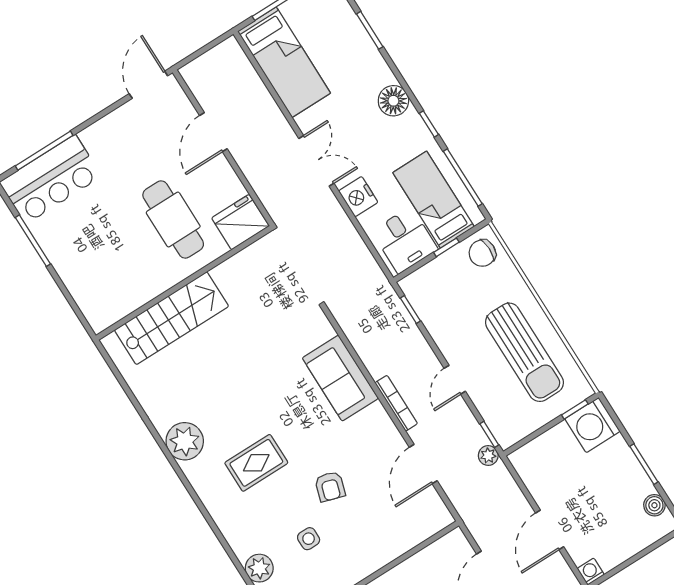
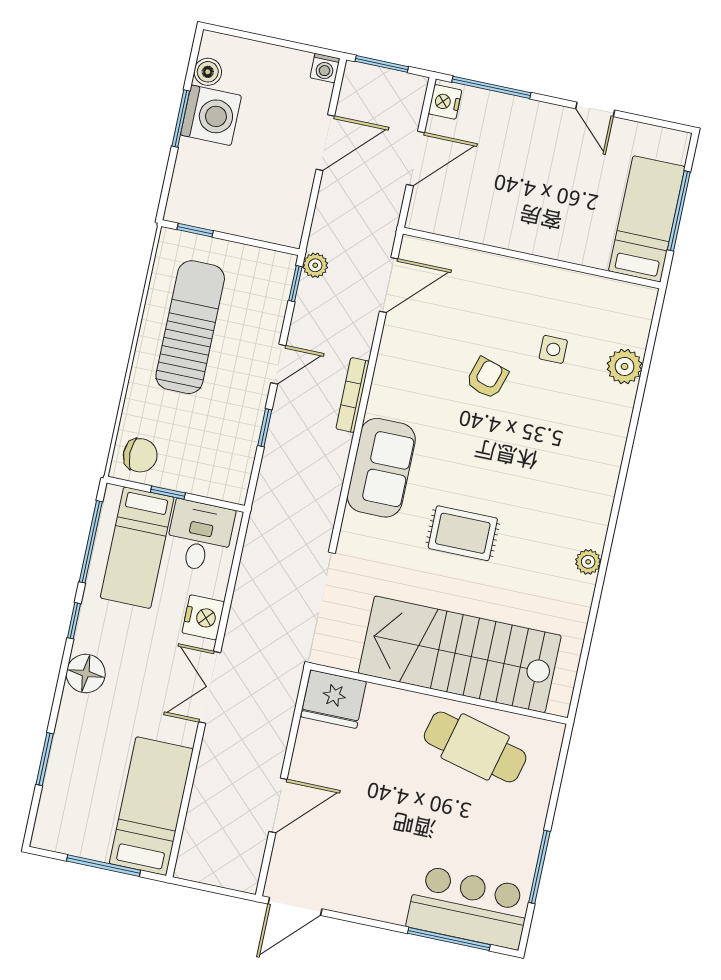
cafe table: (173, 219) -> (475, 747), moved, turned -76
window: (410, 310) -> (265, 428), moved
stairs: (172, 318) -> (460, 654), width x1.36, depth x1.51
washing machine: (592, 425) -> (211, 115), moved
plant: (185, 441) -> (588, 562), width x0.53, depth x0.53
rug: (256, 463) -> (463, 533), moved
door: (423, 464) -> (389, 285), moved

